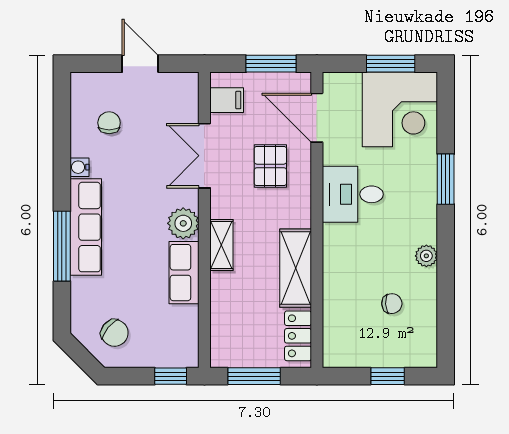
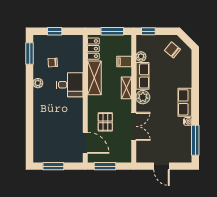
filing cabinet: (227, 100) -> (124, 62), moved
corner desk: (400, 109) -> (49, 146), removed
chair: (109, 123) -> (175, 141), removed
window: (446, 179) -> (30, 54), moved
desk: (353, 194) -> (70, 85), moved
row of seats: (86, 227) -> (185, 102), width x0.68
window: (62, 246) -> (195, 140), moved
plant: (188, 317) -> (141, 57), added

